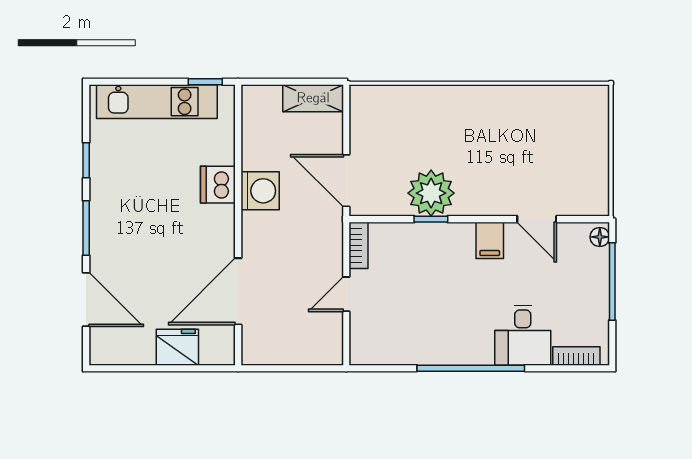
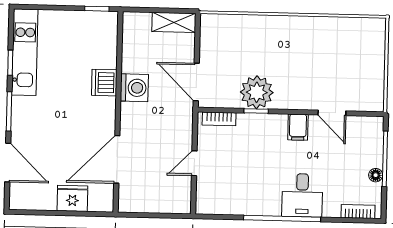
kitchen unit: (157, 102) -> (25, 52), moved, turned -90
floor lamp: (600, 237) -> (376, 175), moved
bookcase: (358, 245) -> (219, 119), moved, turned 90
desk: (523, 335) -> (302, 195), moved

